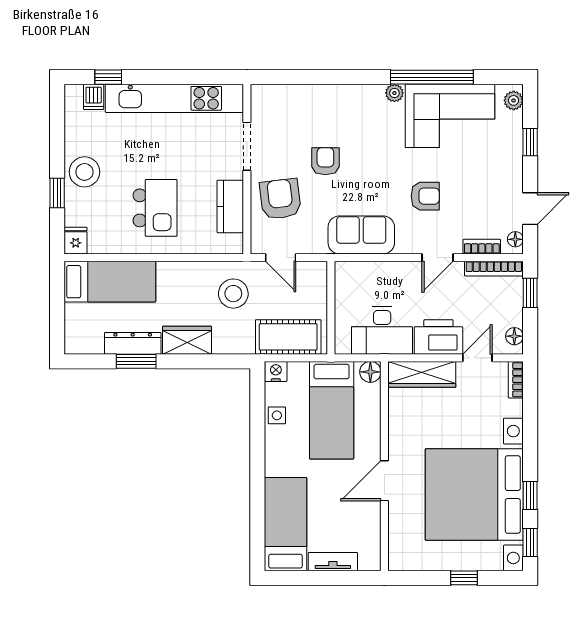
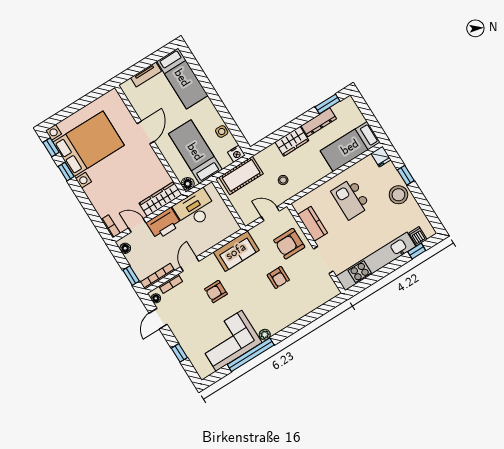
plant: (514, 100) -> (201, 369), removed
armchair: (280, 199) -> (289, 244), turned 97
stool: (233, 294) -> (283, 180), width x0.53, depth x0.53
door: (477, 358) -> (137, 225), swing flipped
window: (136, 361) -> (328, 104), moved
bed with nightstands: (474, 495) -> (89, 144), width x0.73
window: (464, 578) -> (74, 108), removed

